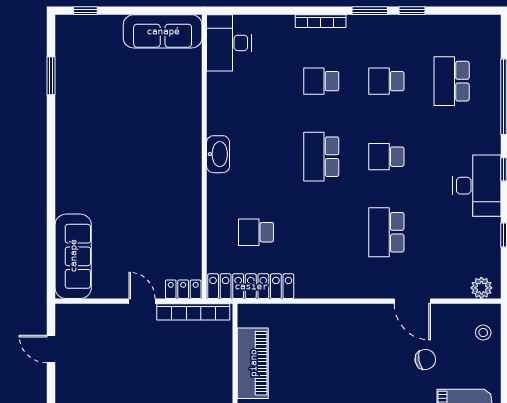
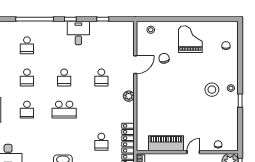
school desk: (452, 81) -> (27, 45), width x0.54
desk: (477, 186) -> (78, 33), width x0.73
school desk: (386, 232) -> (101, 77), width x0.54
plant: (481, 288) -> (129, 96), moved

